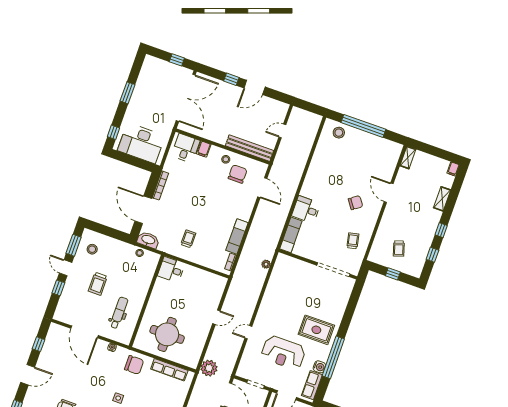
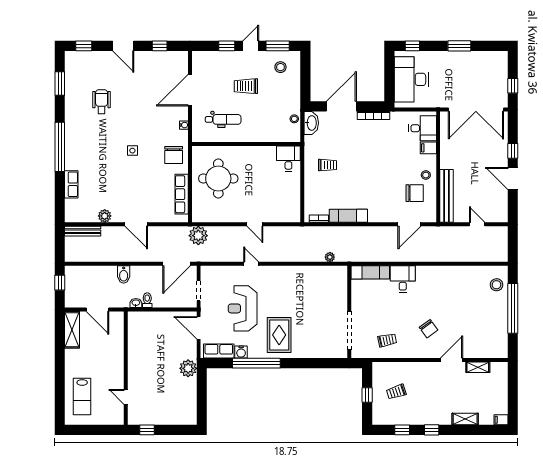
shelving: (408, 158) -> (478, 367), moved

